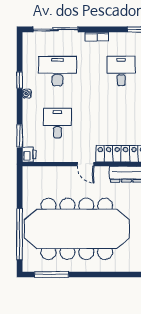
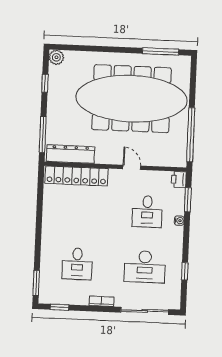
window: (20, 80) -> (185, 271), moved
water cooler: (27, 94) -> (179, 221), moved
door: (86, 164) -> (132, 167), moved
window: (20, 234) -> (191, 135), moved

